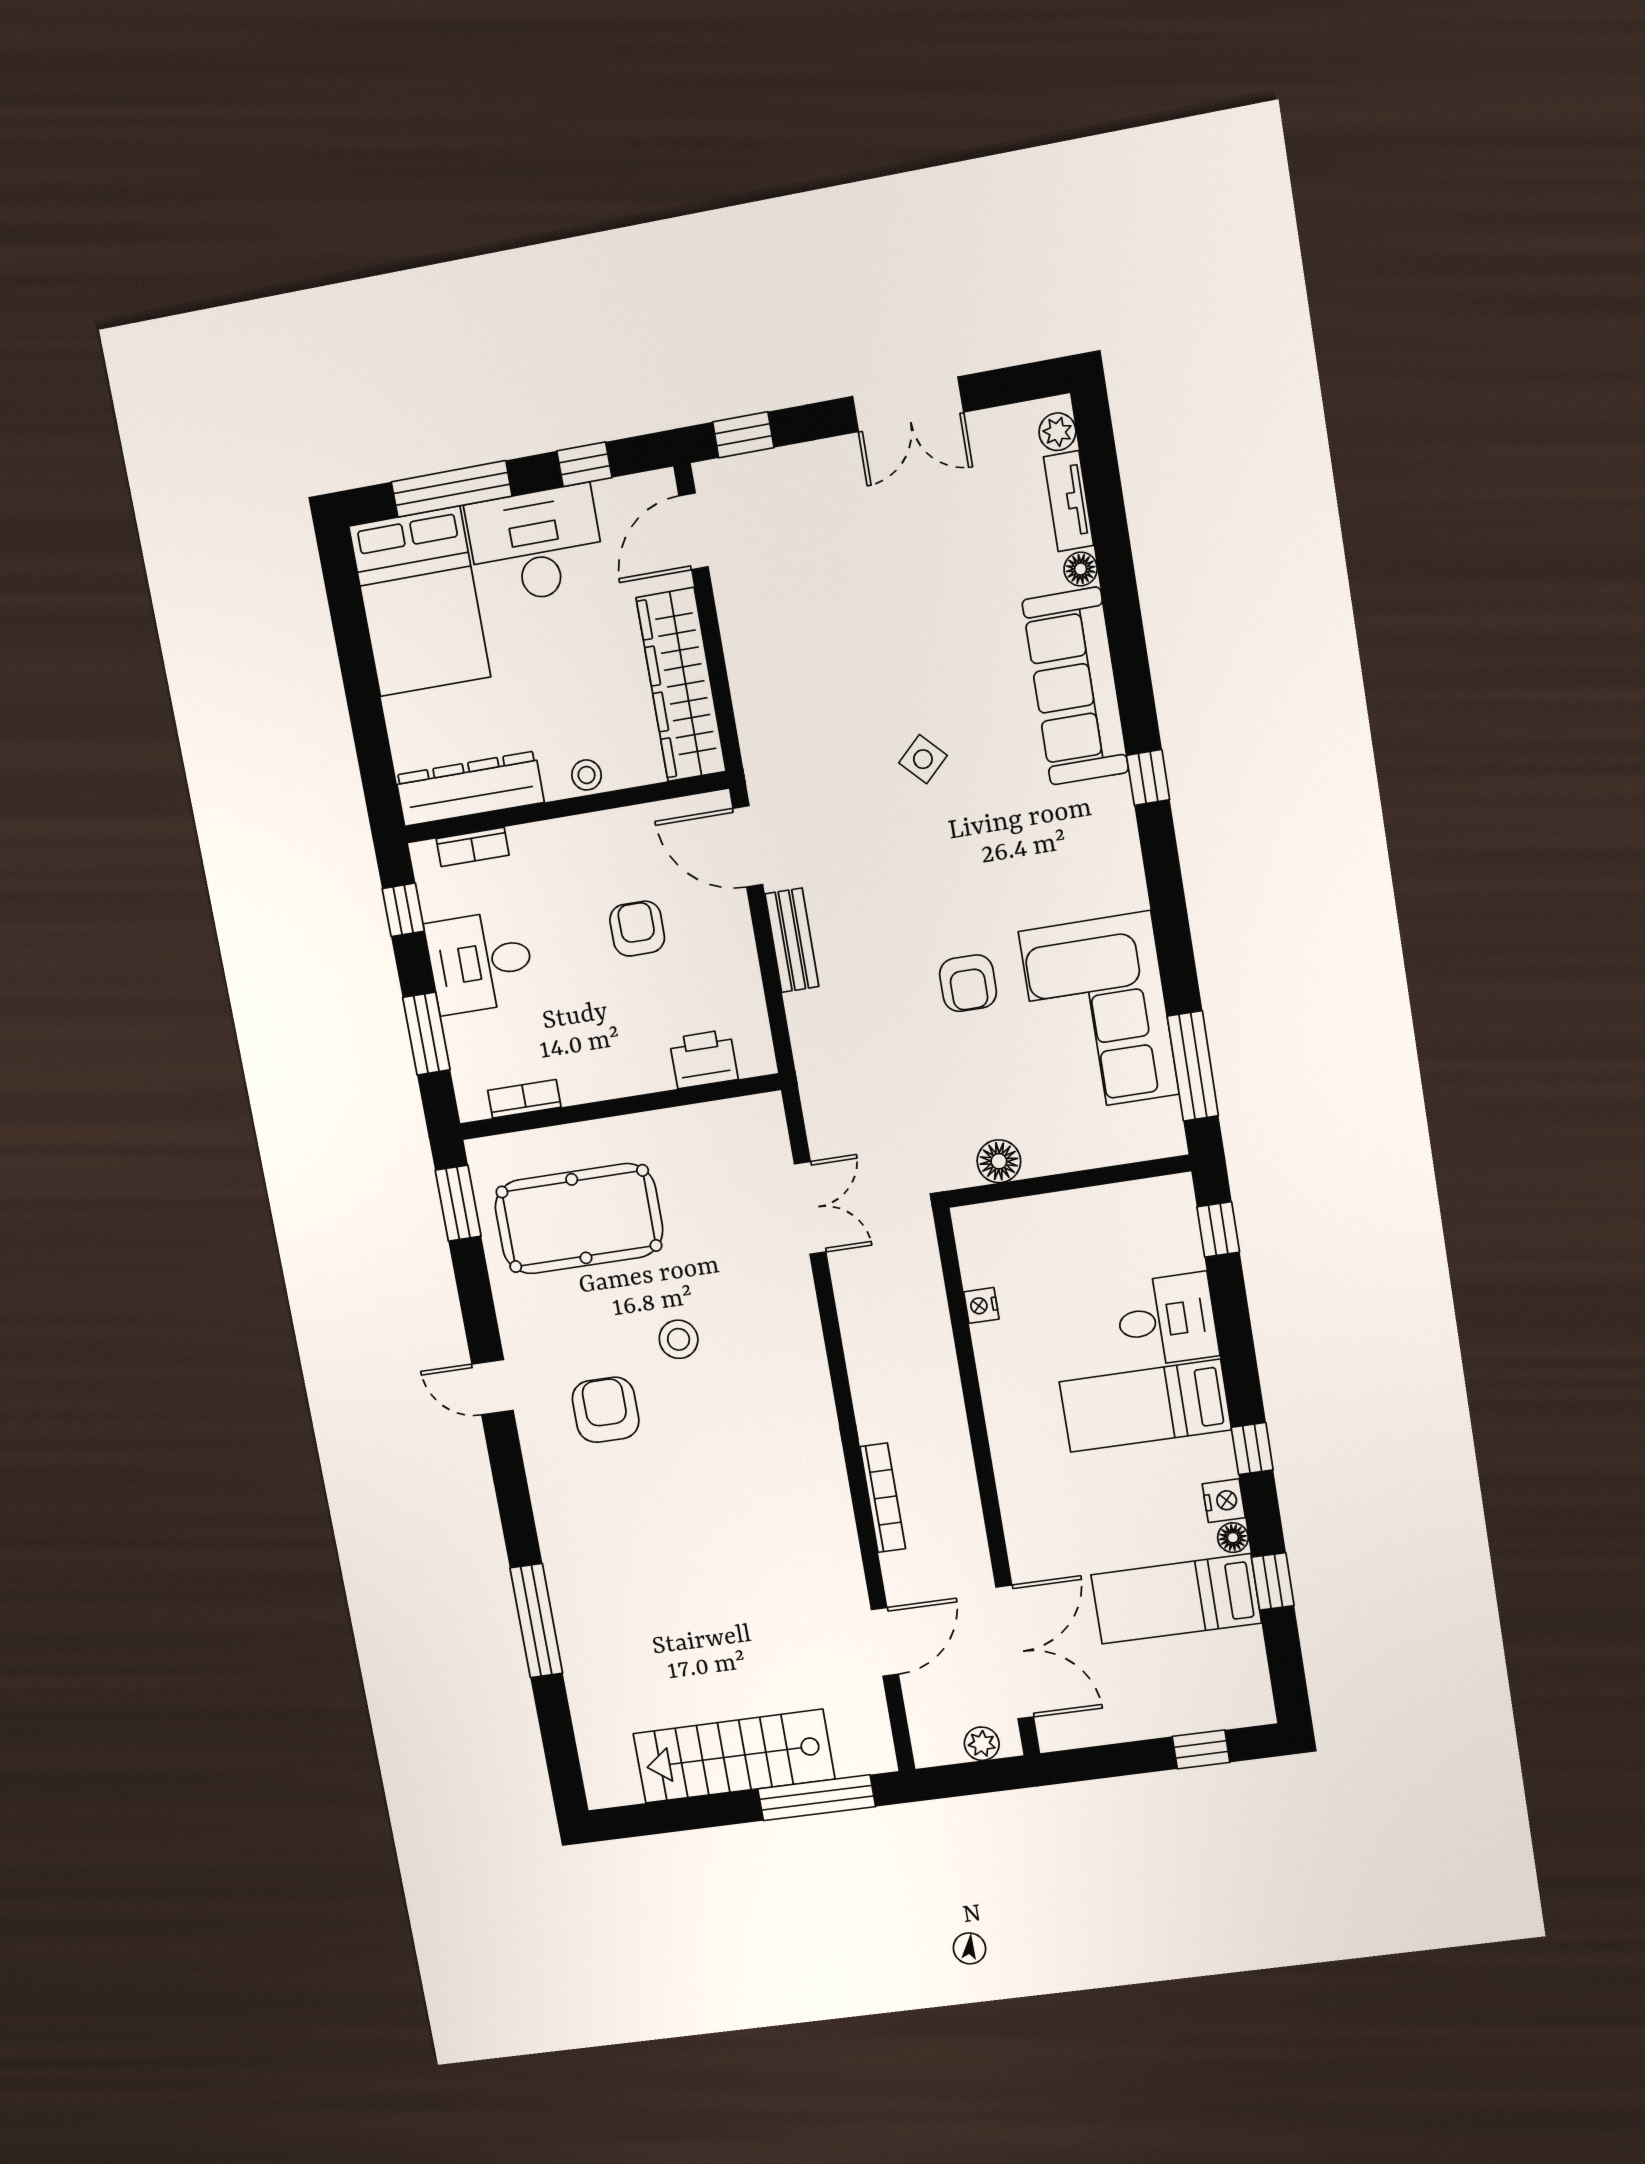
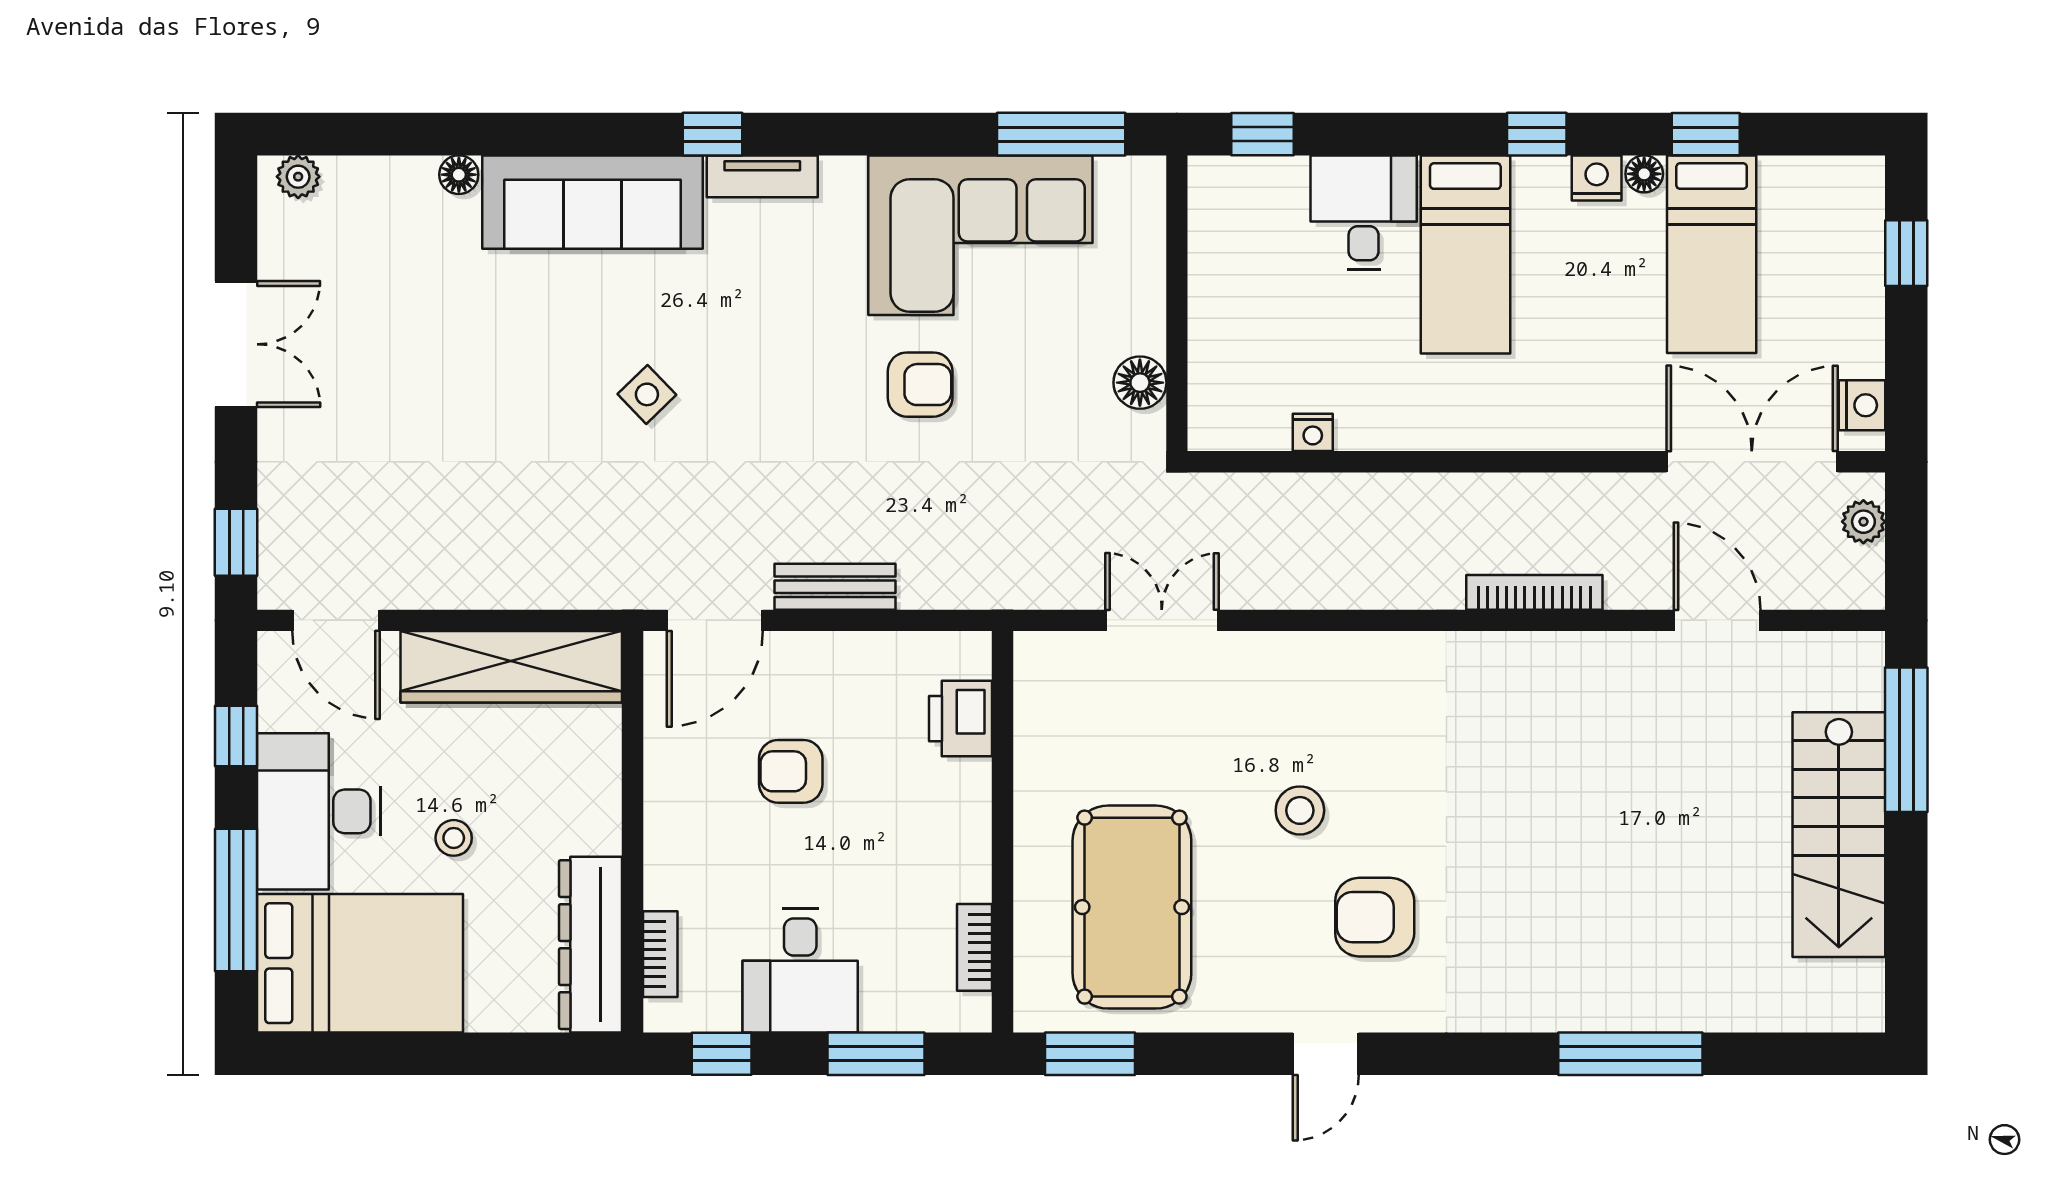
tv unit: (1069, 501) -> (762, 176), moved
stool: (587, 775) -> (454, 838), moved
nightstand: (1074, 1731) -> (1862, 405), added

